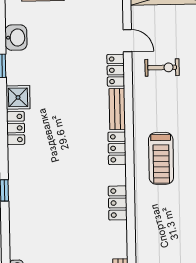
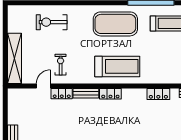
treadmill: (161, 158) -> (117, 66), width x1.37, depth x1.37
locker: (118, 203) -> (158, 94), moved

